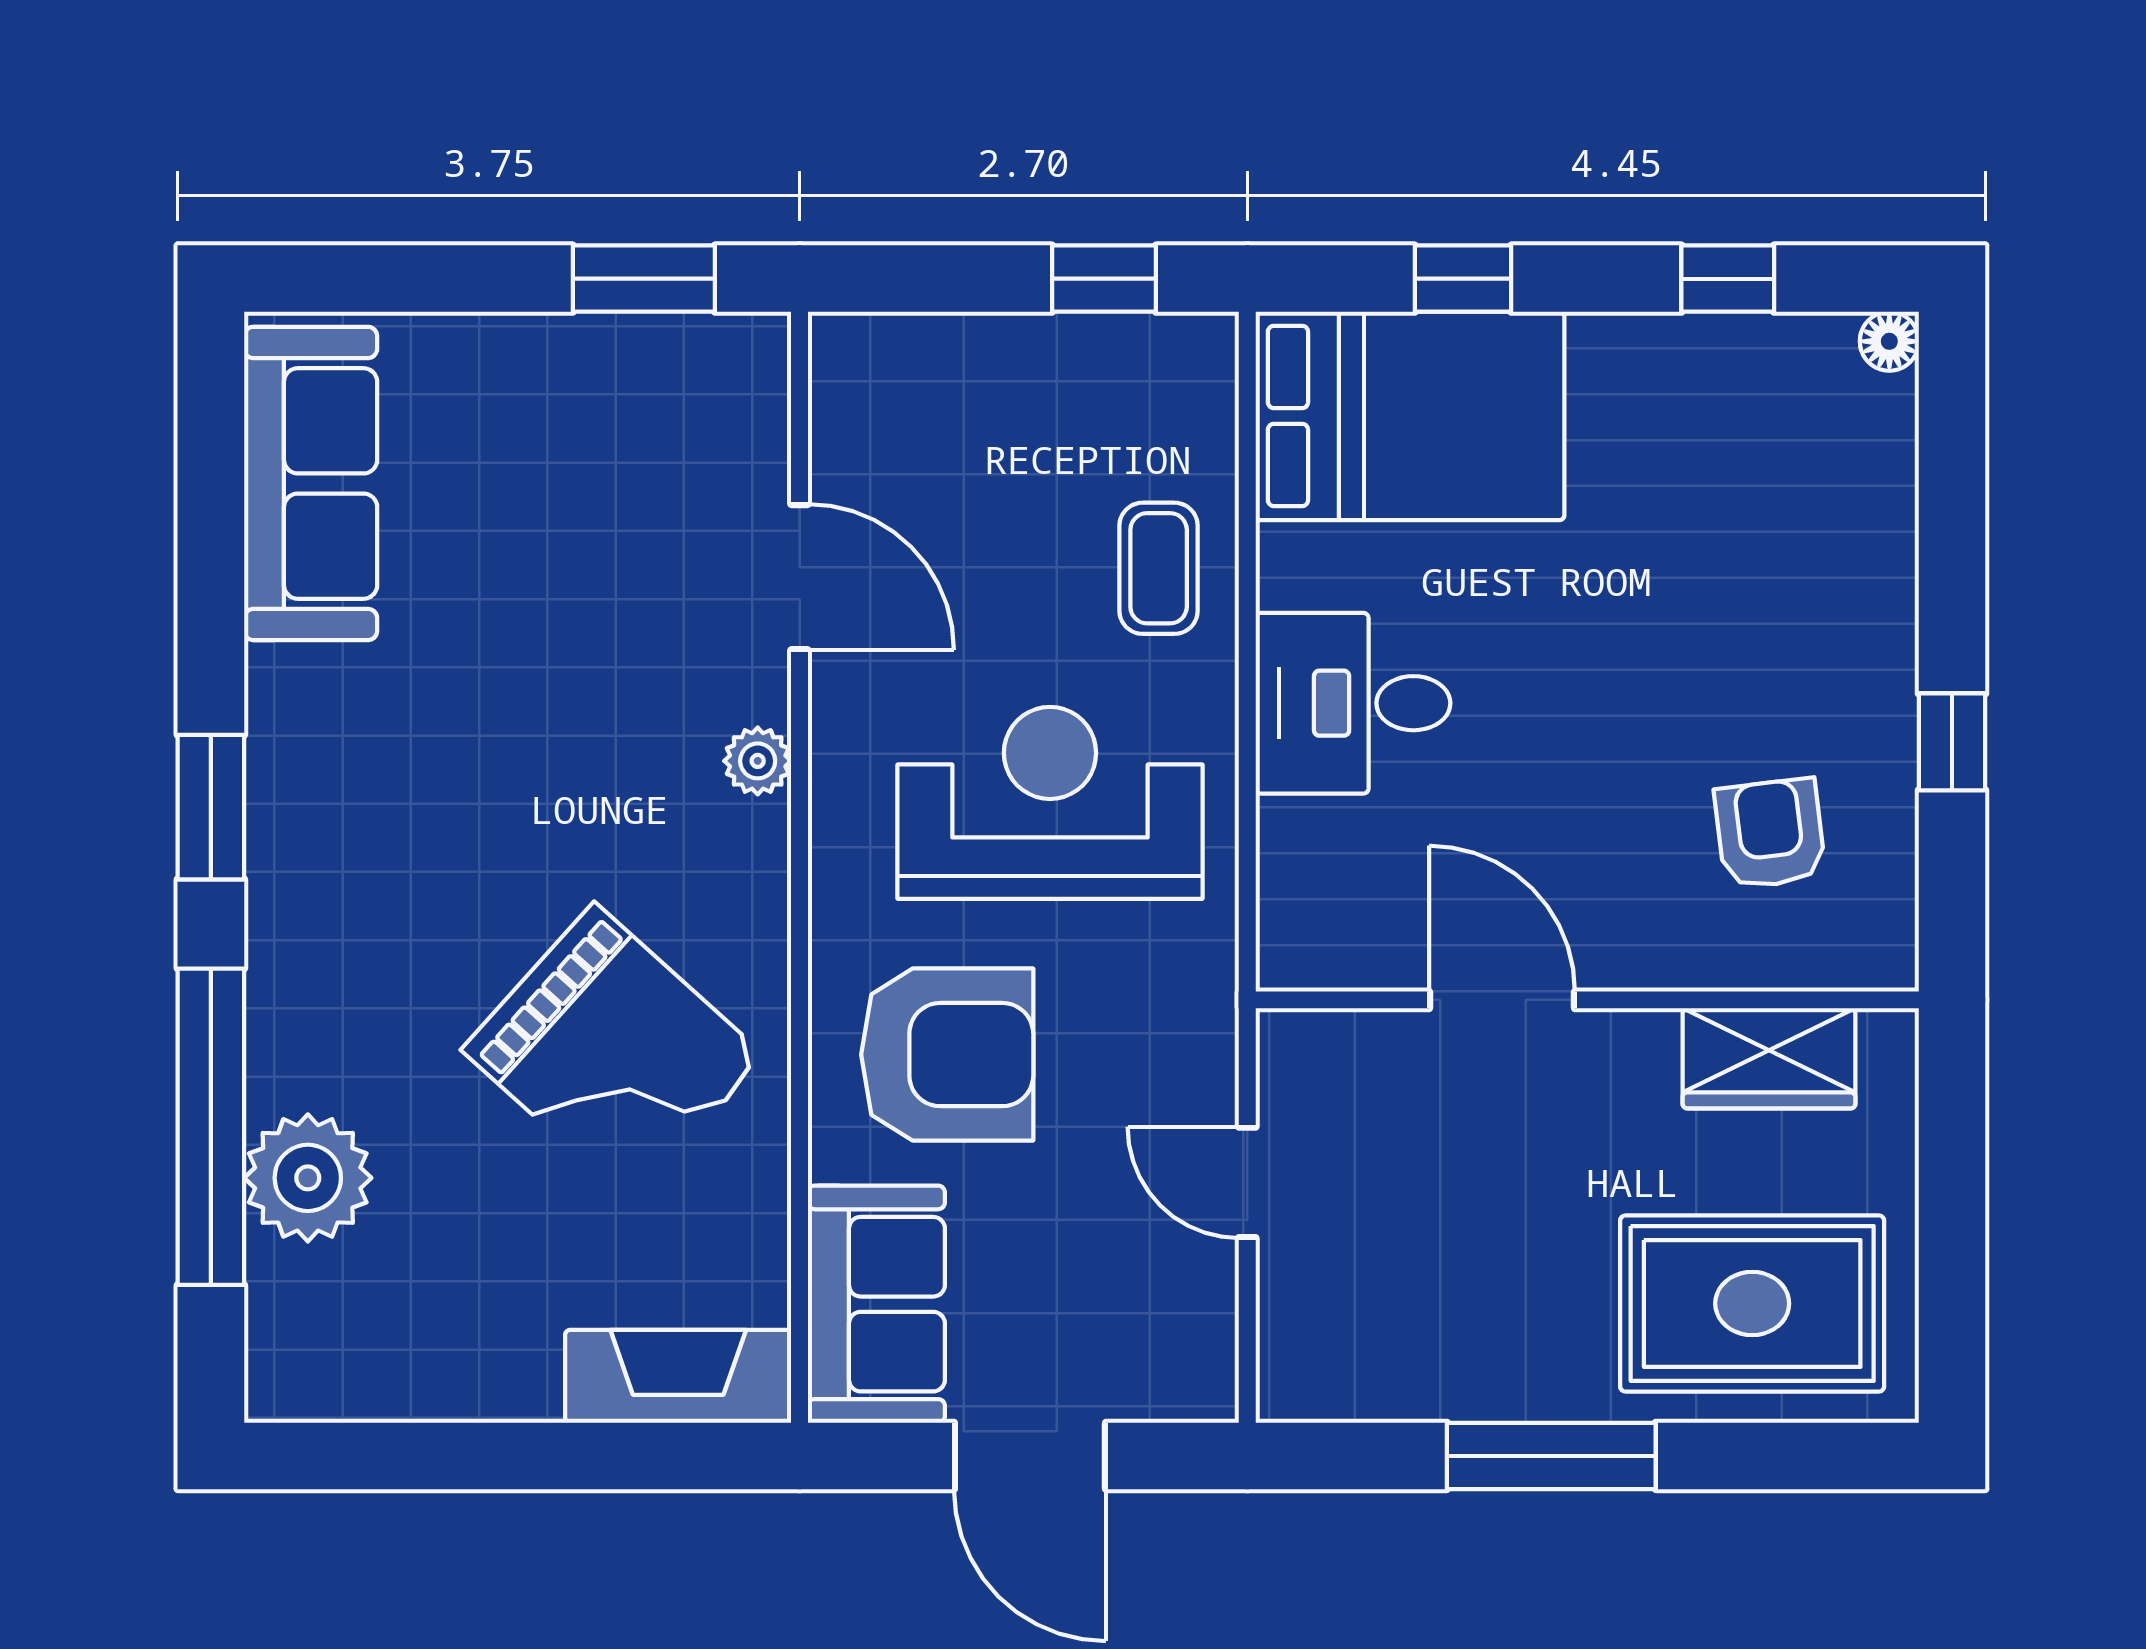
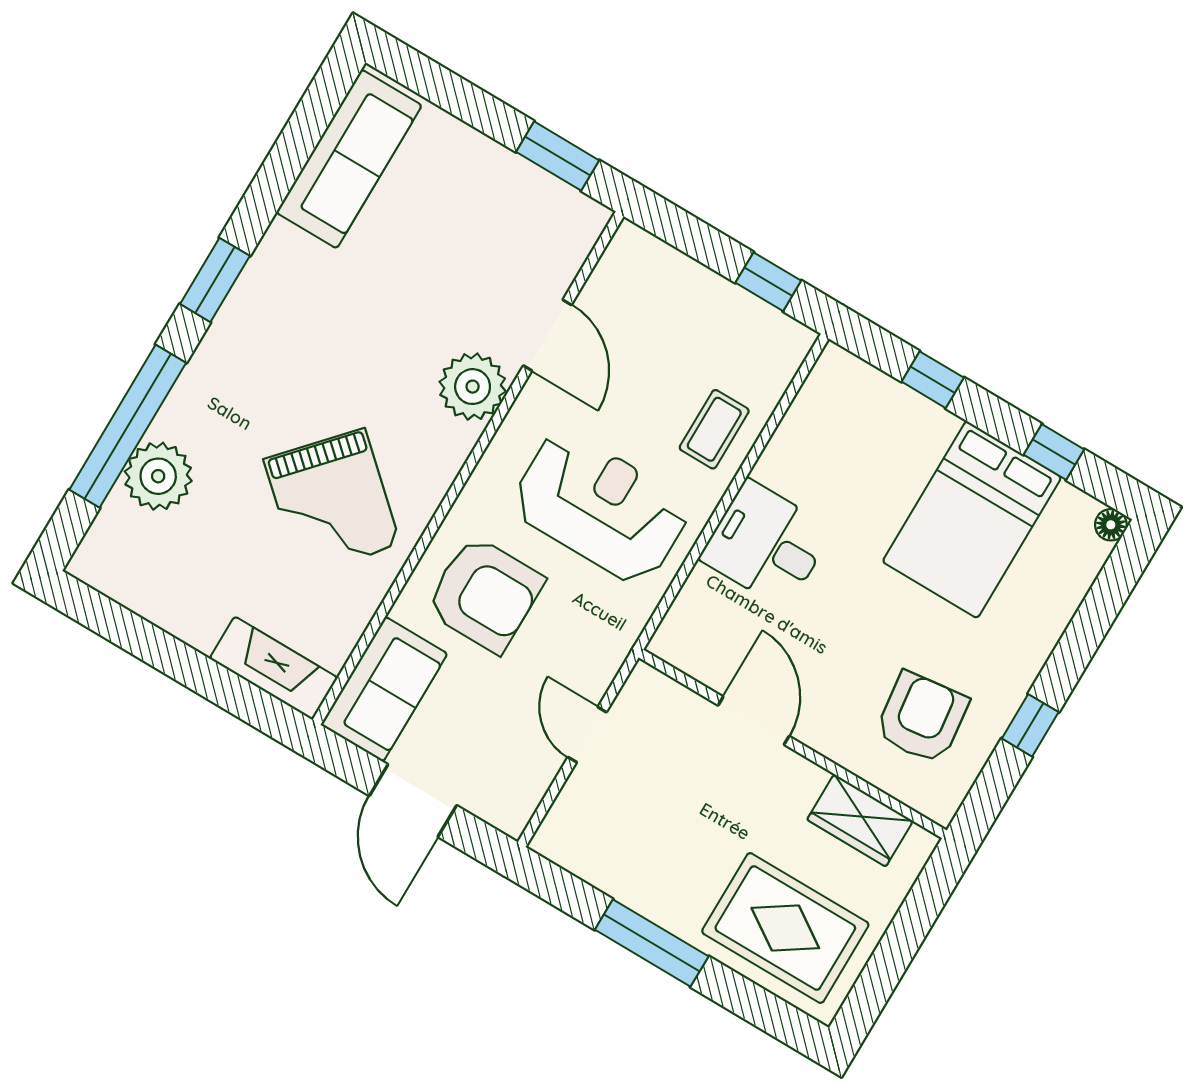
bed: (1410, 416) -> (972, 519), moved, turned 90
plant: (758, 761) -> (473, 387), width x1.87, depth x1.87
armchair: (1770, 834) -> (922, 718), width x1.38, depth x1.38

